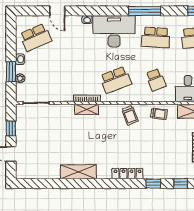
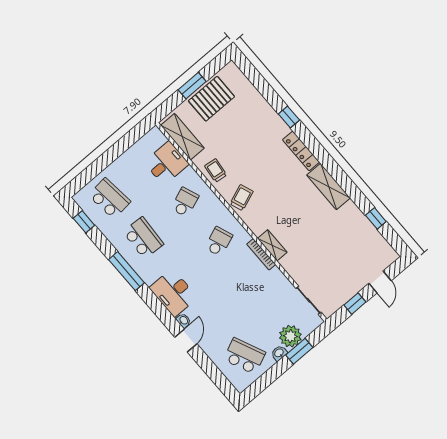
door: (57, 11) -> (186, 340), moved
desk: (114, 31) -> (173, 293), width x0.73, depth x0.77
plant: (20, 78) -> (290, 336), width x1.87, depth x1.87
school desk: (116, 80) -> (219, 242), width x0.54
shelving: (78, 172) -> (329, 187), moved
window: (181, 184) -> (376, 218), moved

